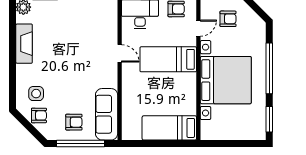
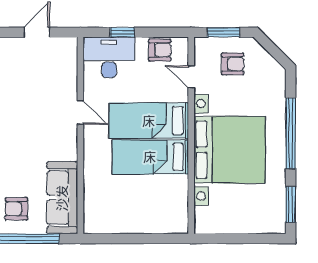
door: (198, 28) -> (191, 77), swing flipped
armchair: (74, 122) -> (16, 209), turned 180
bed: (169, 128) -> (150, 157), moved

